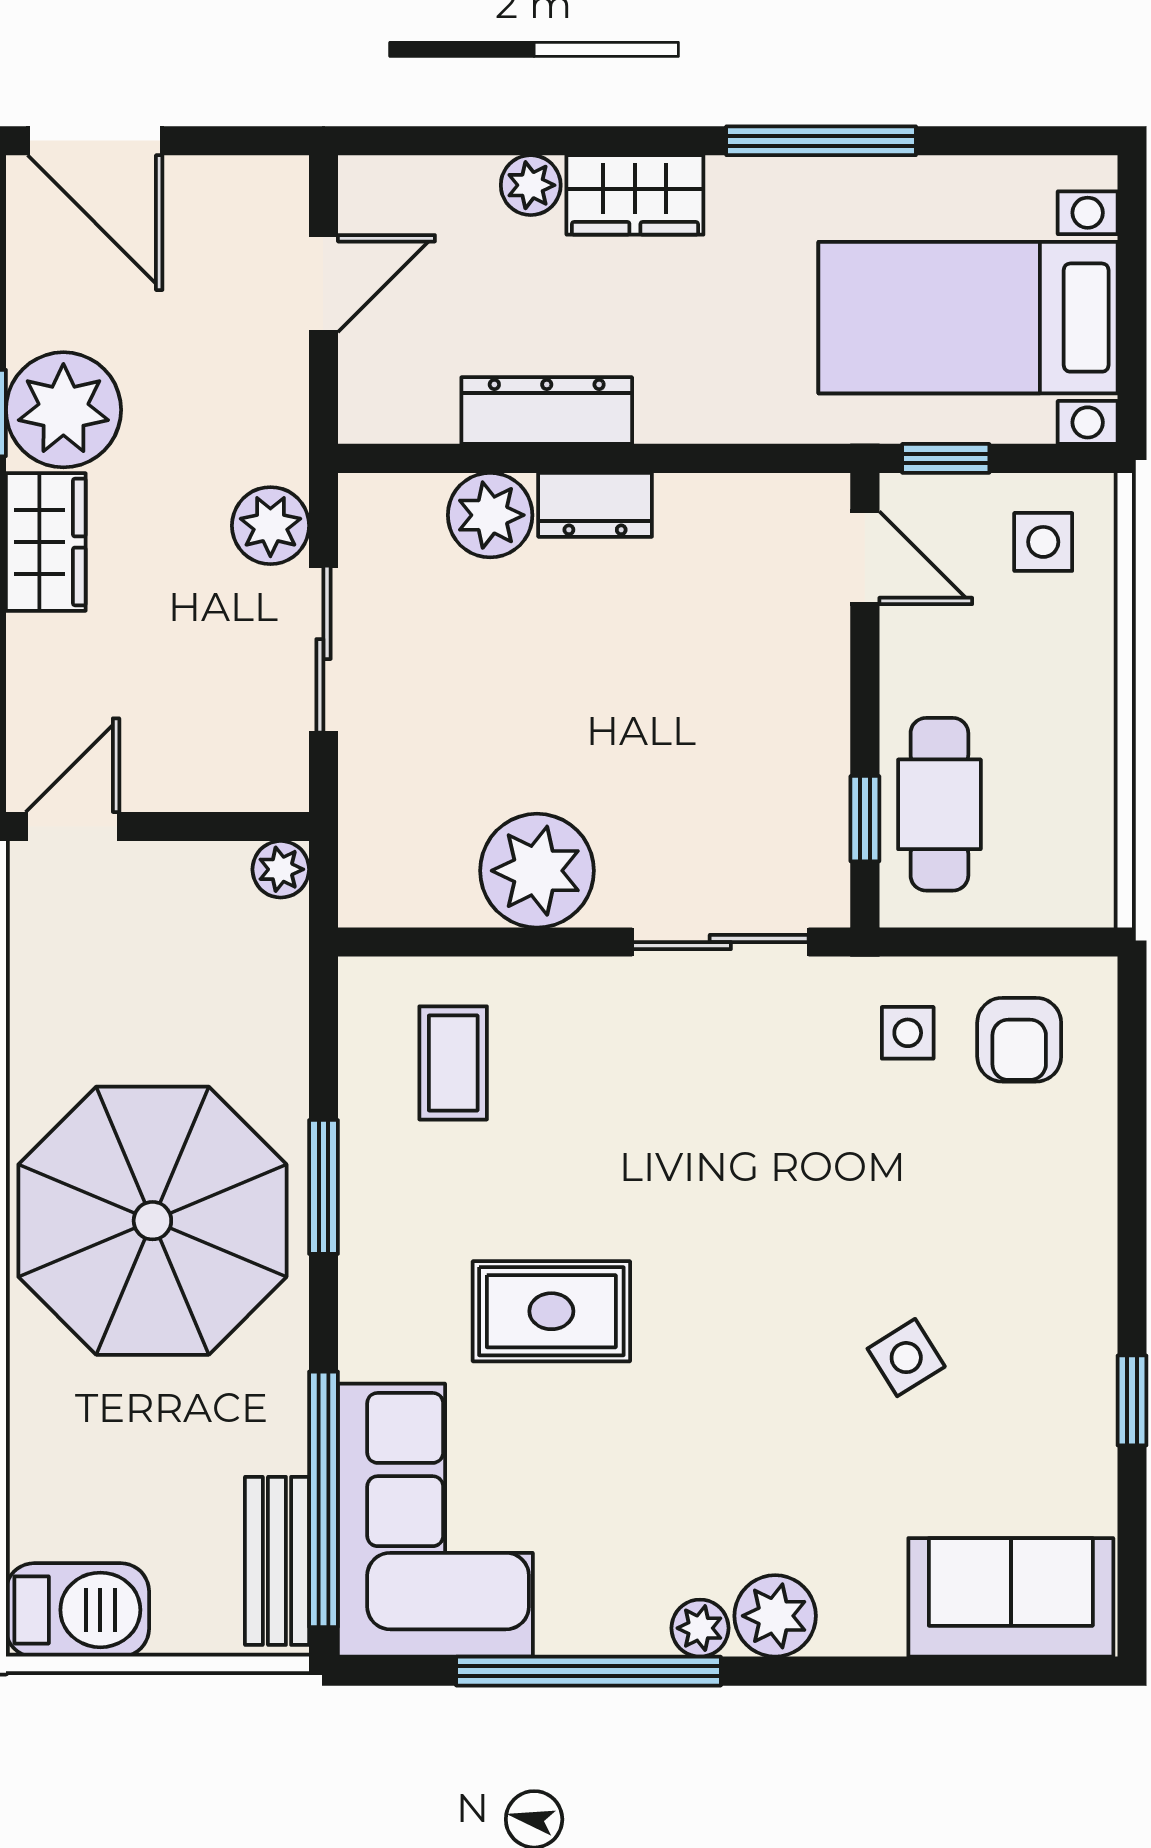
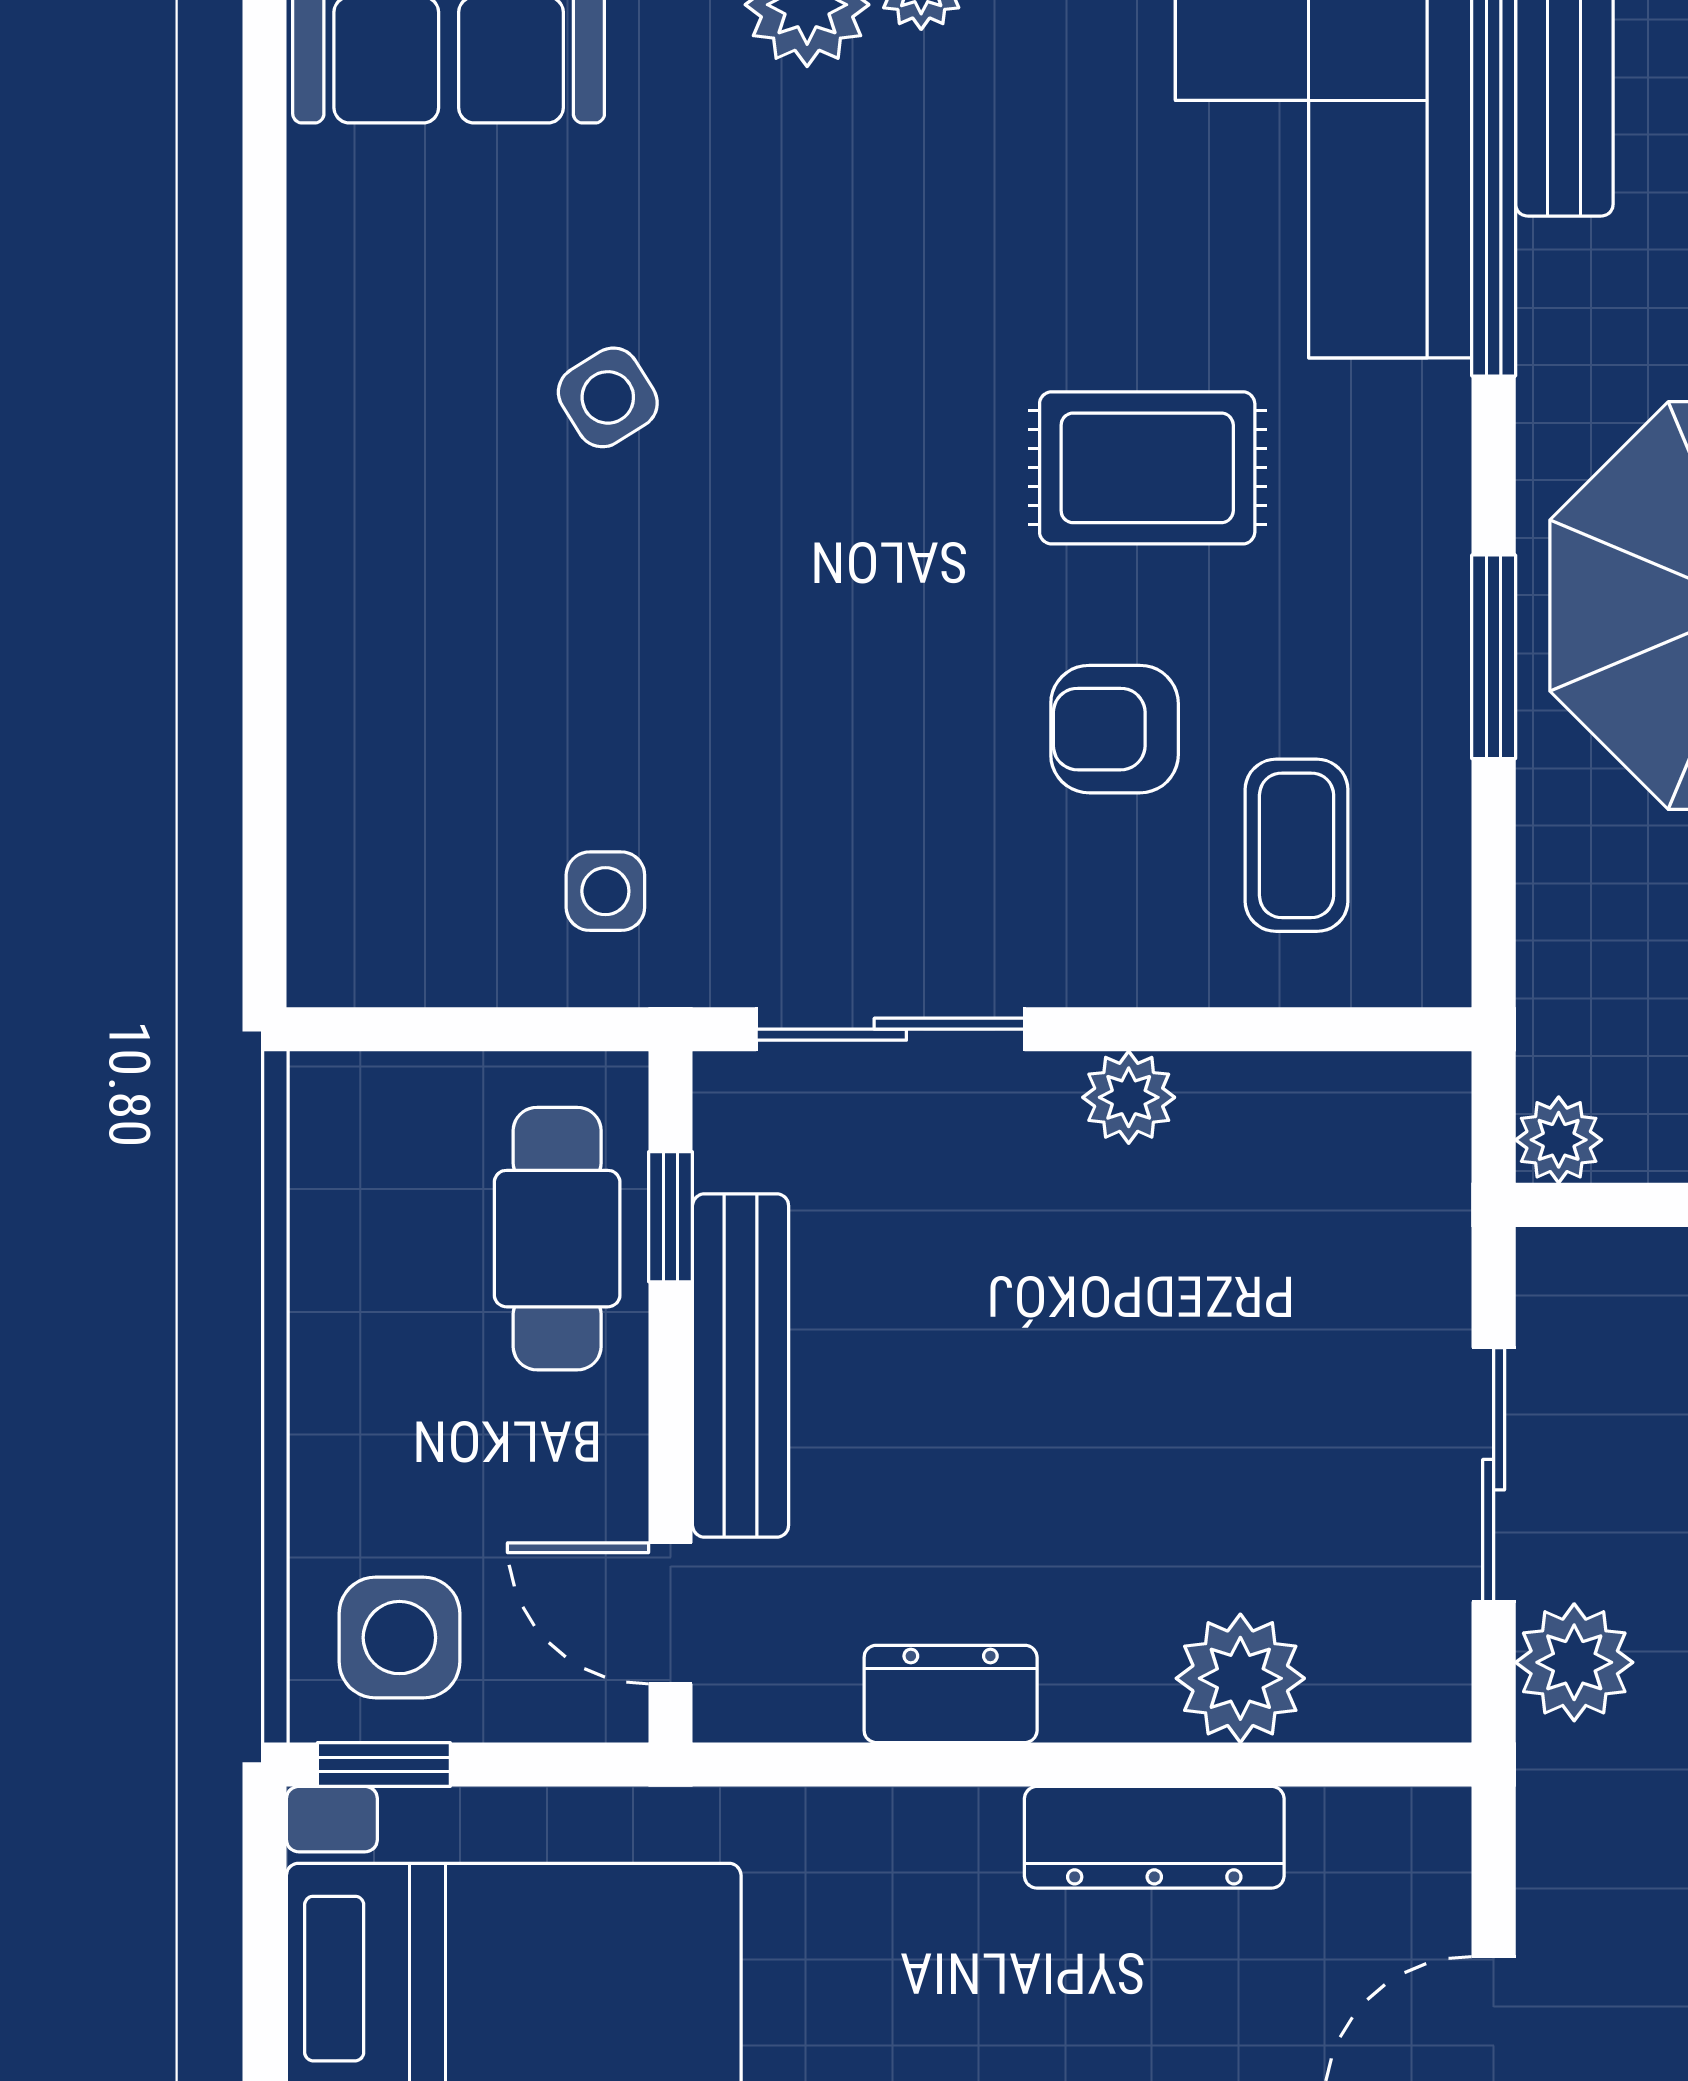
window: (946, 458) -> (384, 1765), moved
dresser: (595, 505) -> (951, 1694), moved
side table: (1043, 542) -> (399, 1638), width x1.37, depth x1.37
bench: (819, 721) -> (741, 1366), added
plant: (537, 871) -> (1129, 1097), width x0.53, depth x0.53
armchair: (1019, 1040) -> (1115, 729), moved, turned -90
window: (1132, 1400) -> (264, 332), removed

